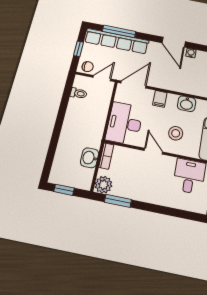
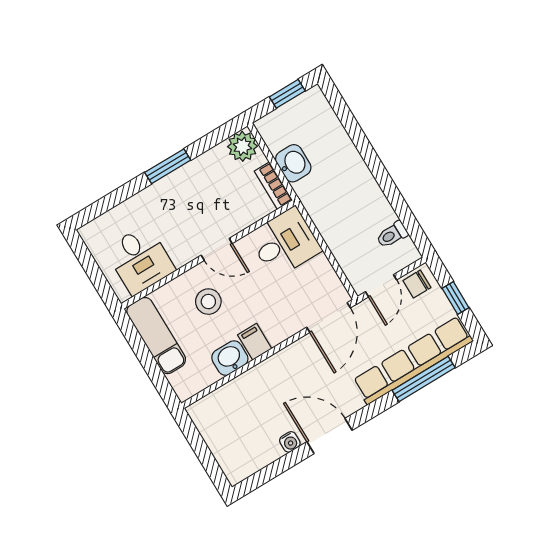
filing cabinet: (160, 99) -> (255, 342), moved
desk: (125, 123) -> (285, 243), width x0.73
window: (118, 201) -> (168, 166), moved

